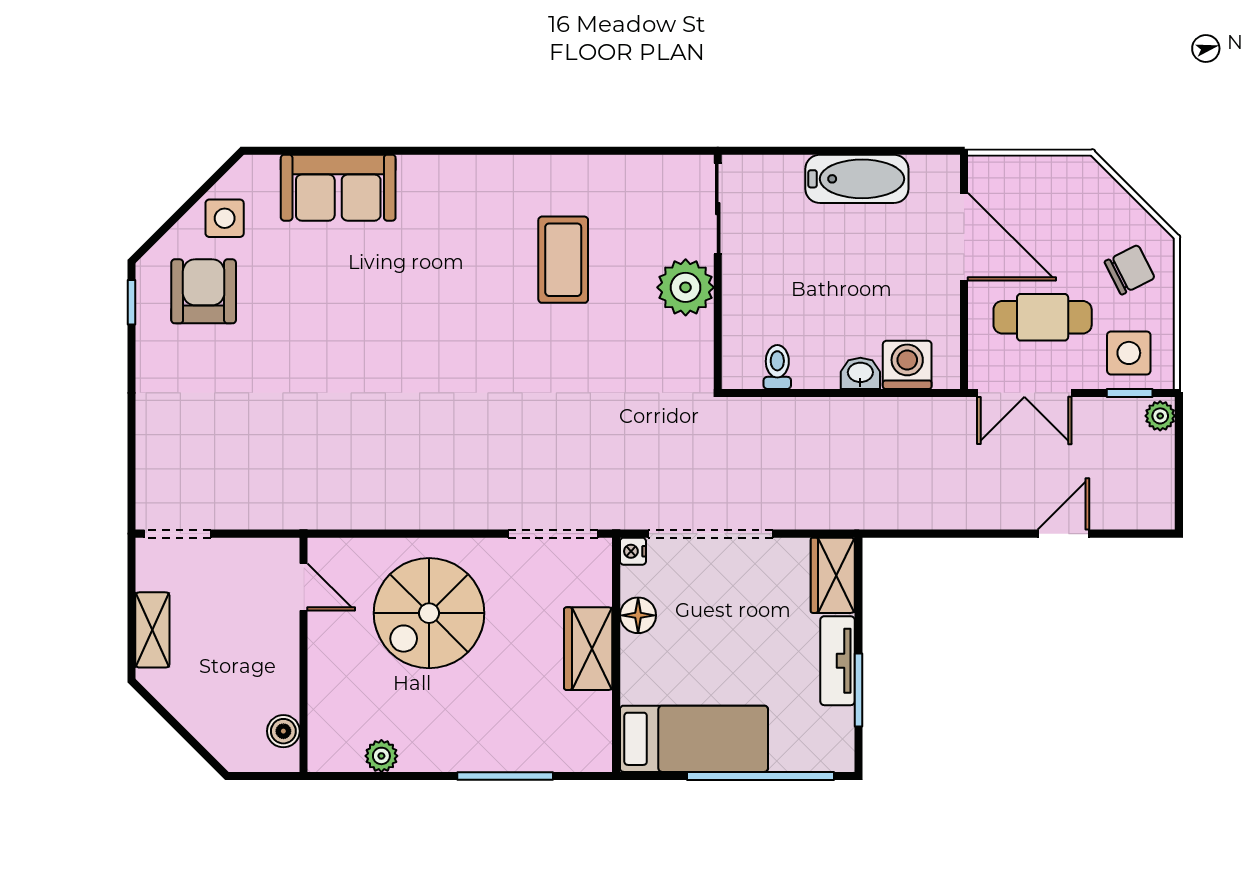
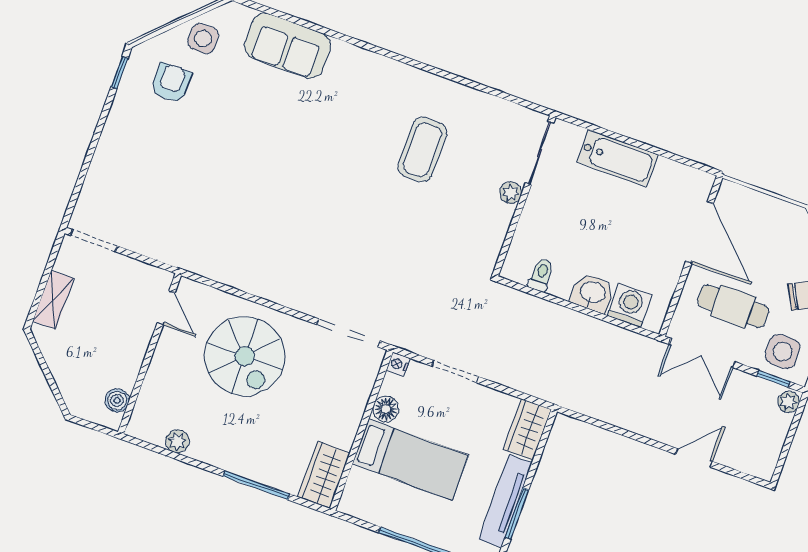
bathtub: (857, 179) -> (618, 158), moved
plant: (686, 287) -> (511, 193), width x0.53, depth x0.53
armchair: (204, 291) -> (171, 83), width x0.72, depth x0.72
washbasin: (860, 373) -> (592, 293), width x1.38, depth x1.45
doorway: (711, 534) -> (455, 371), width x0.53
spiral stairs: (429, 613) -> (245, 356), turned -90
wardrobe: (588, 649) -> (324, 475), moved
tv unit: (838, 661) -> (505, 501), width x1.41
bed: (694, 739) -> (410, 459), moved

